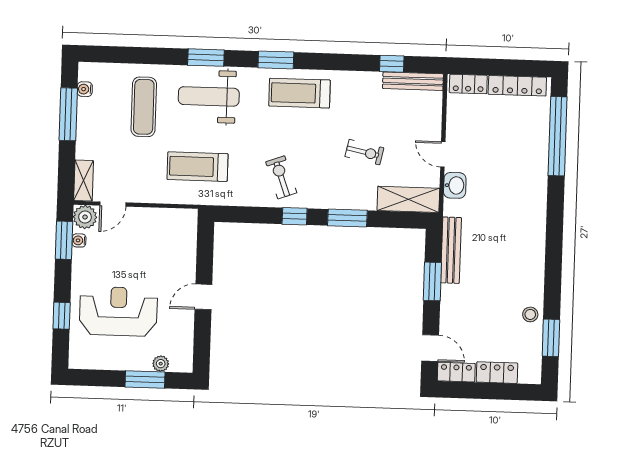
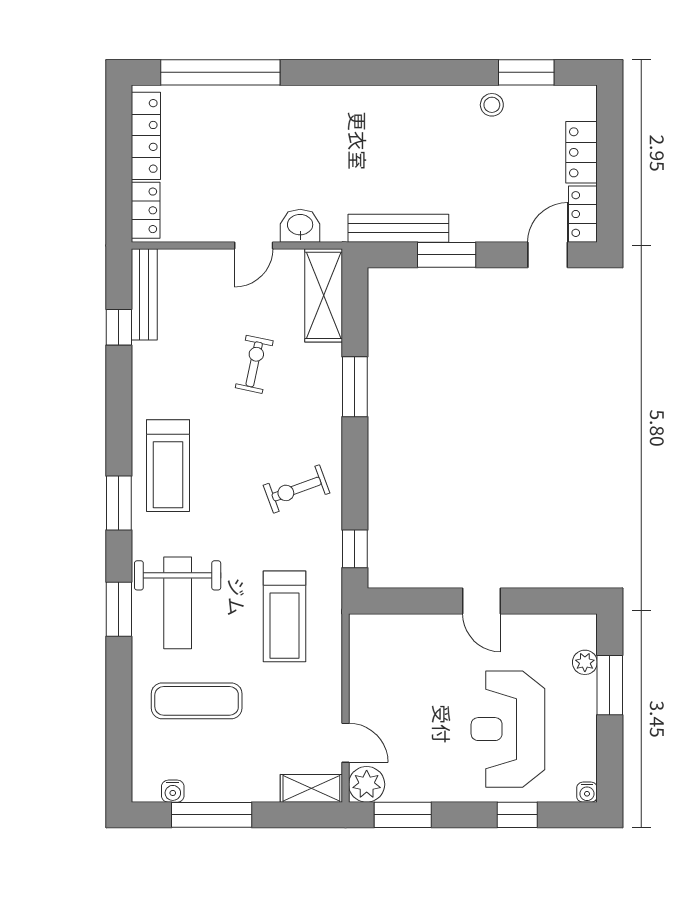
window: (295, 216) -> (355, 549), moved
water cooler: (79, 240) -> (587, 792), moved

